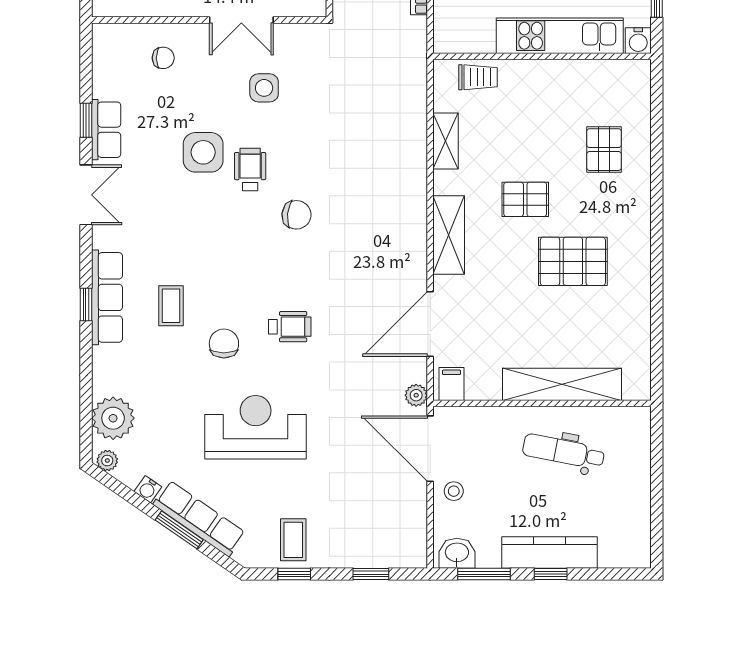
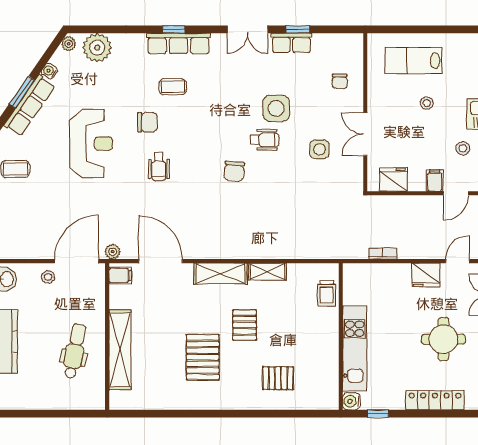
shelving: (446, 141) -> (267, 272), moved

